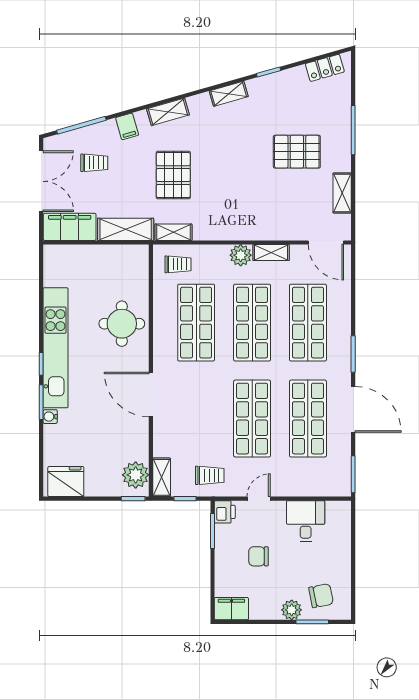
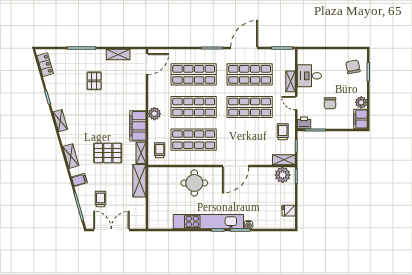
pallet: (297, 152) -> (94, 81), width x0.67, depth x0.71
filing cabinet: (70, 227) -> (138, 126), moved
shelving: (271, 252) -> (290, 81), moved
fridge: (66, 482) -> (289, 211), width x0.53, depth x0.75
plant: (292, 610) -> (361, 102), moved

